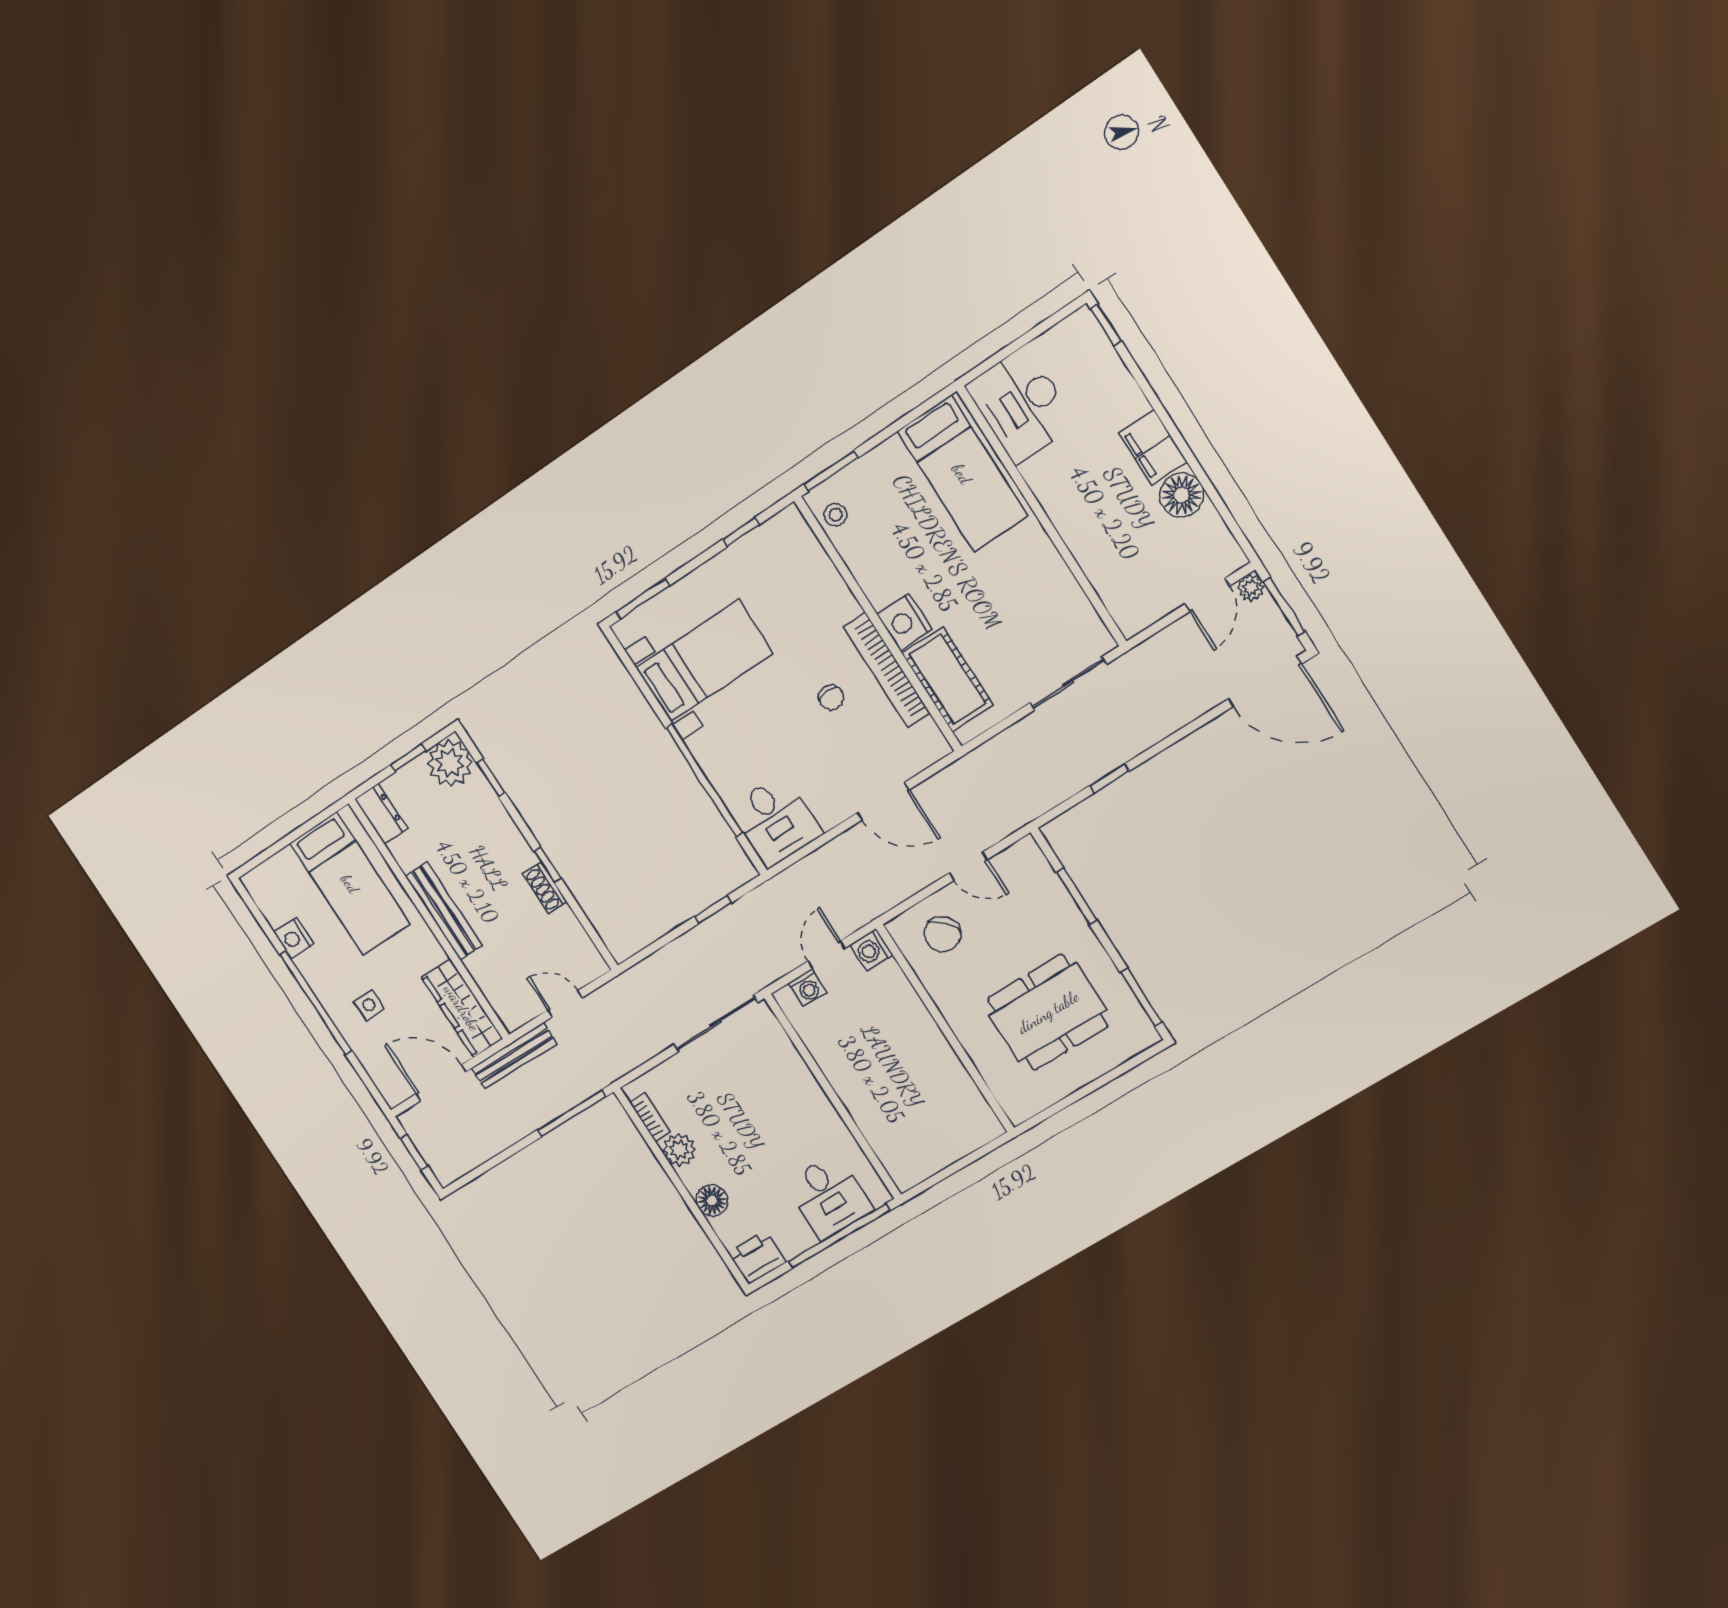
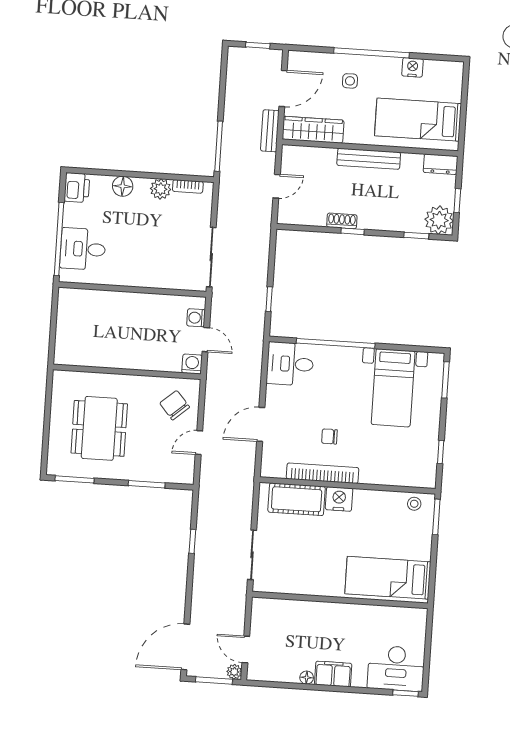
desk: (1021, 405) -> (396, 668), moved, turned 180
floor lamp: (1182, 495) -> (307, 678), width x0.53, depth x0.53
bench: (514, 1056) -> (270, 131), width x0.73

